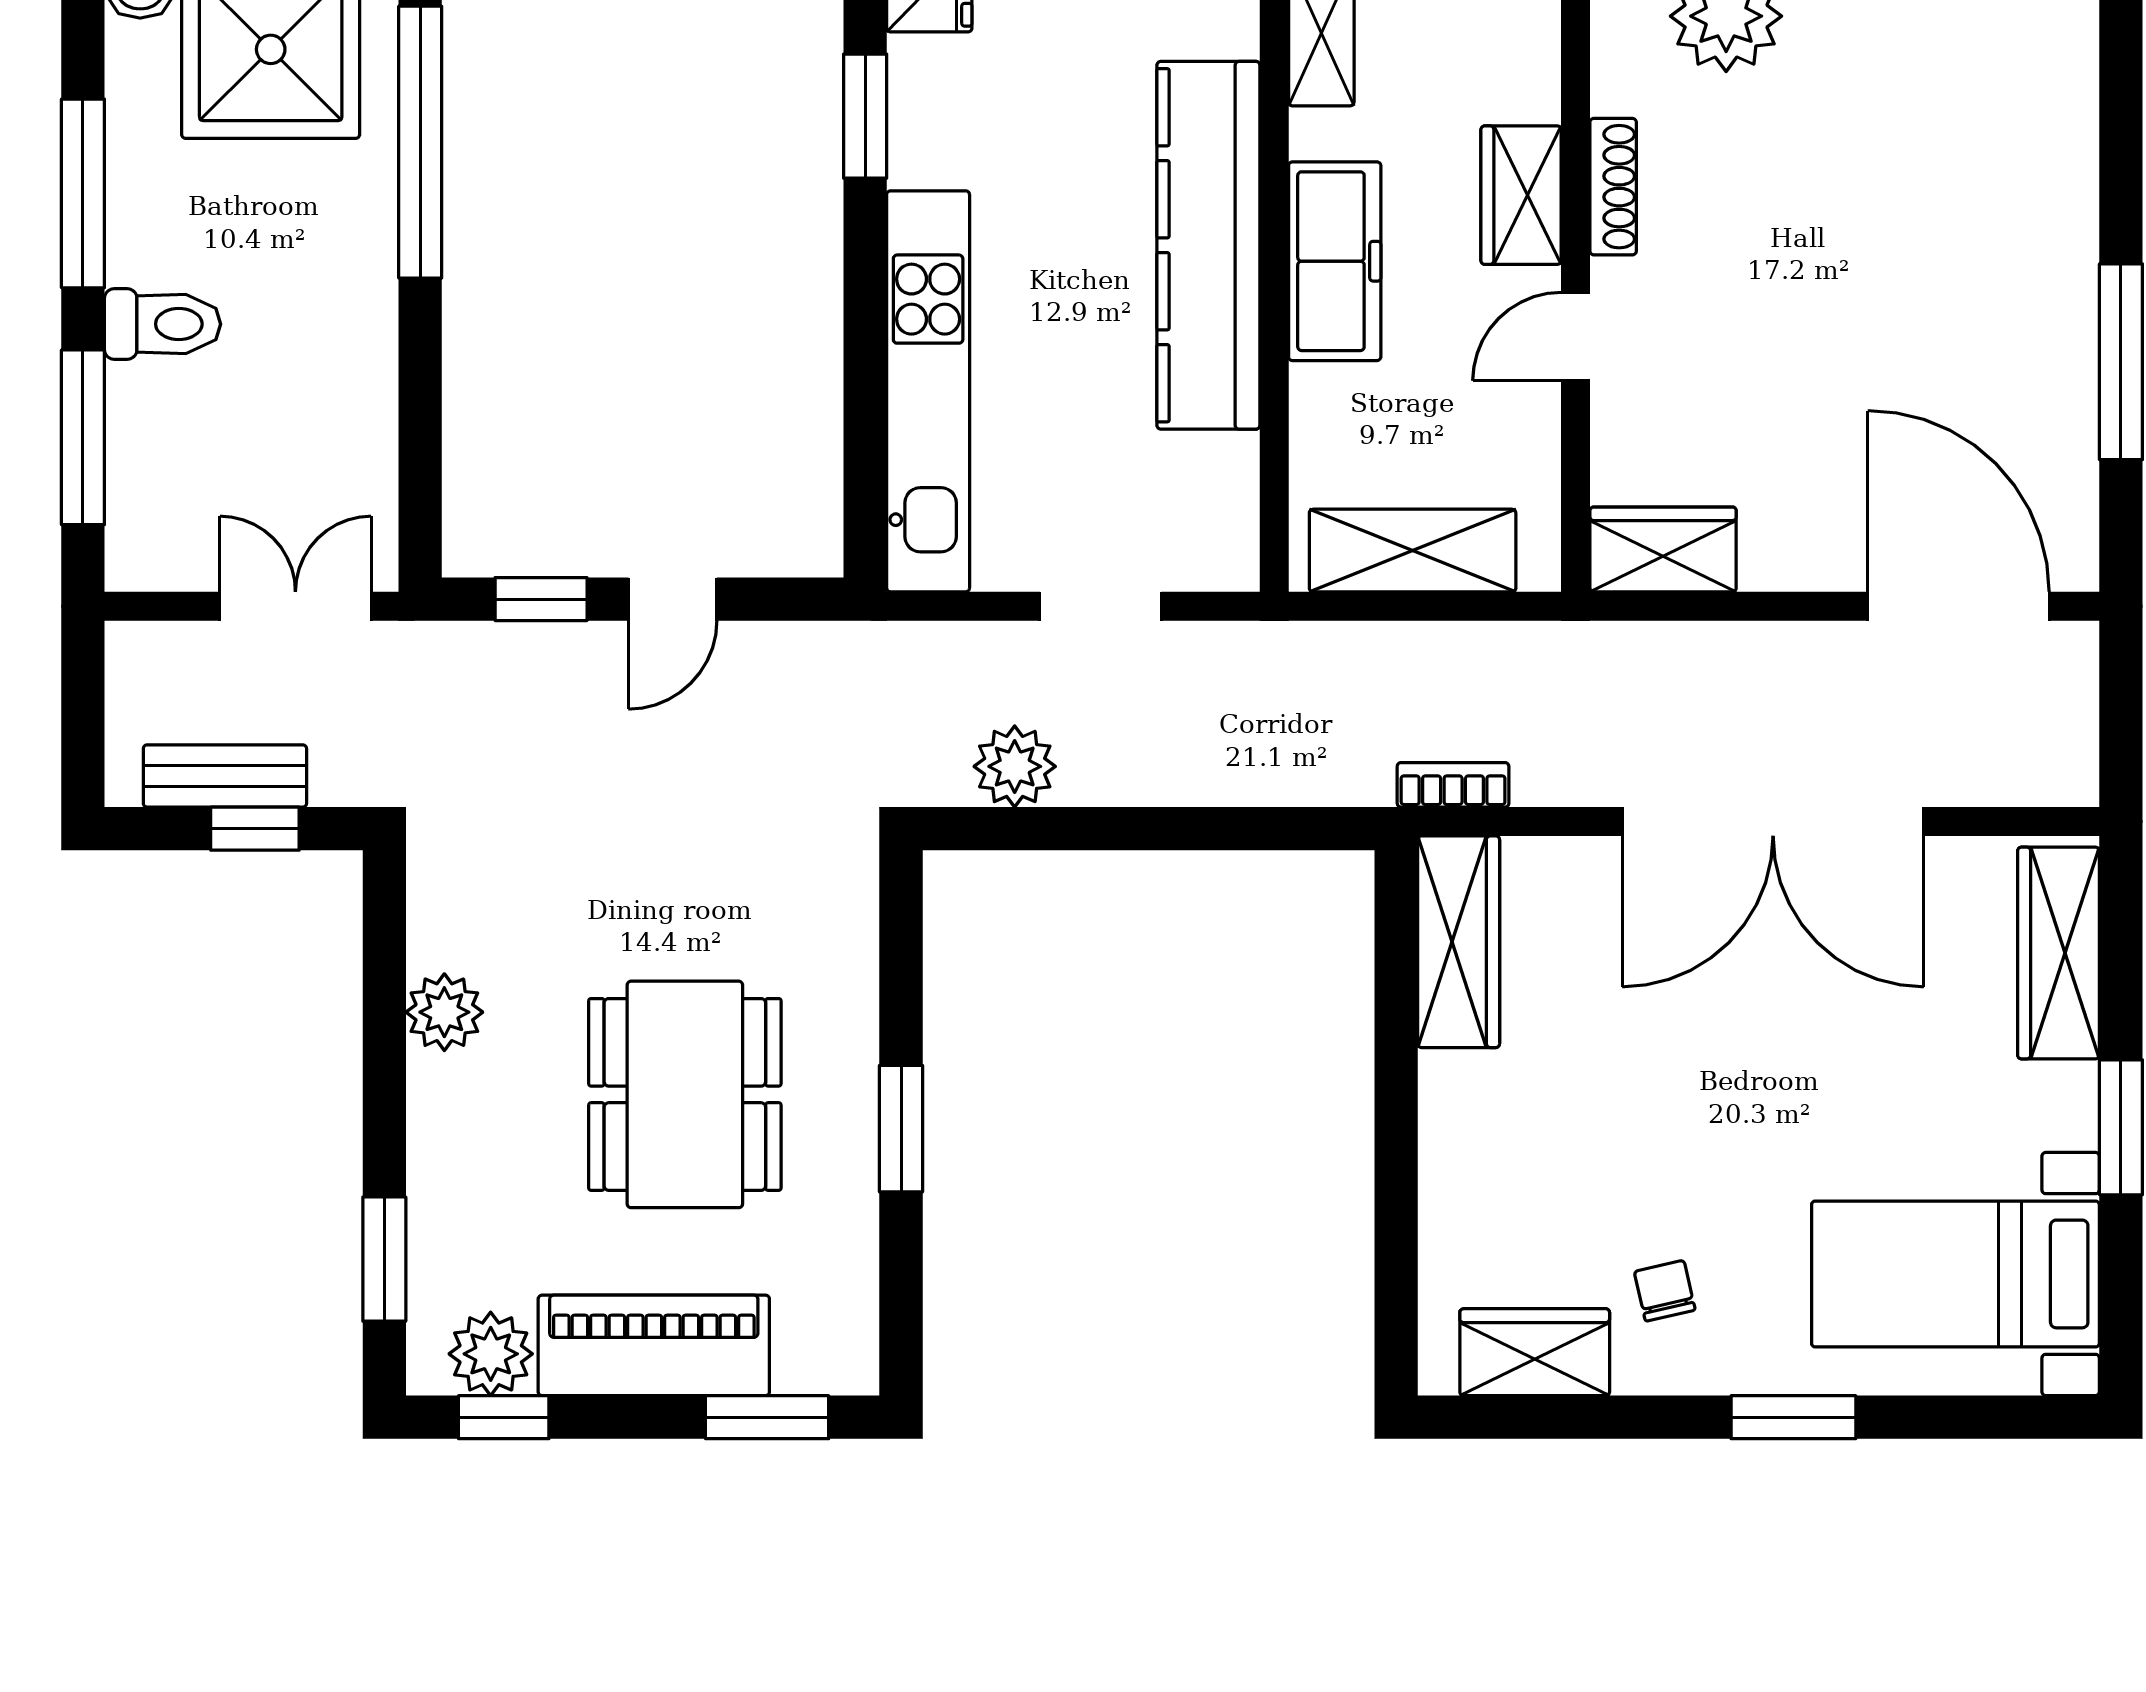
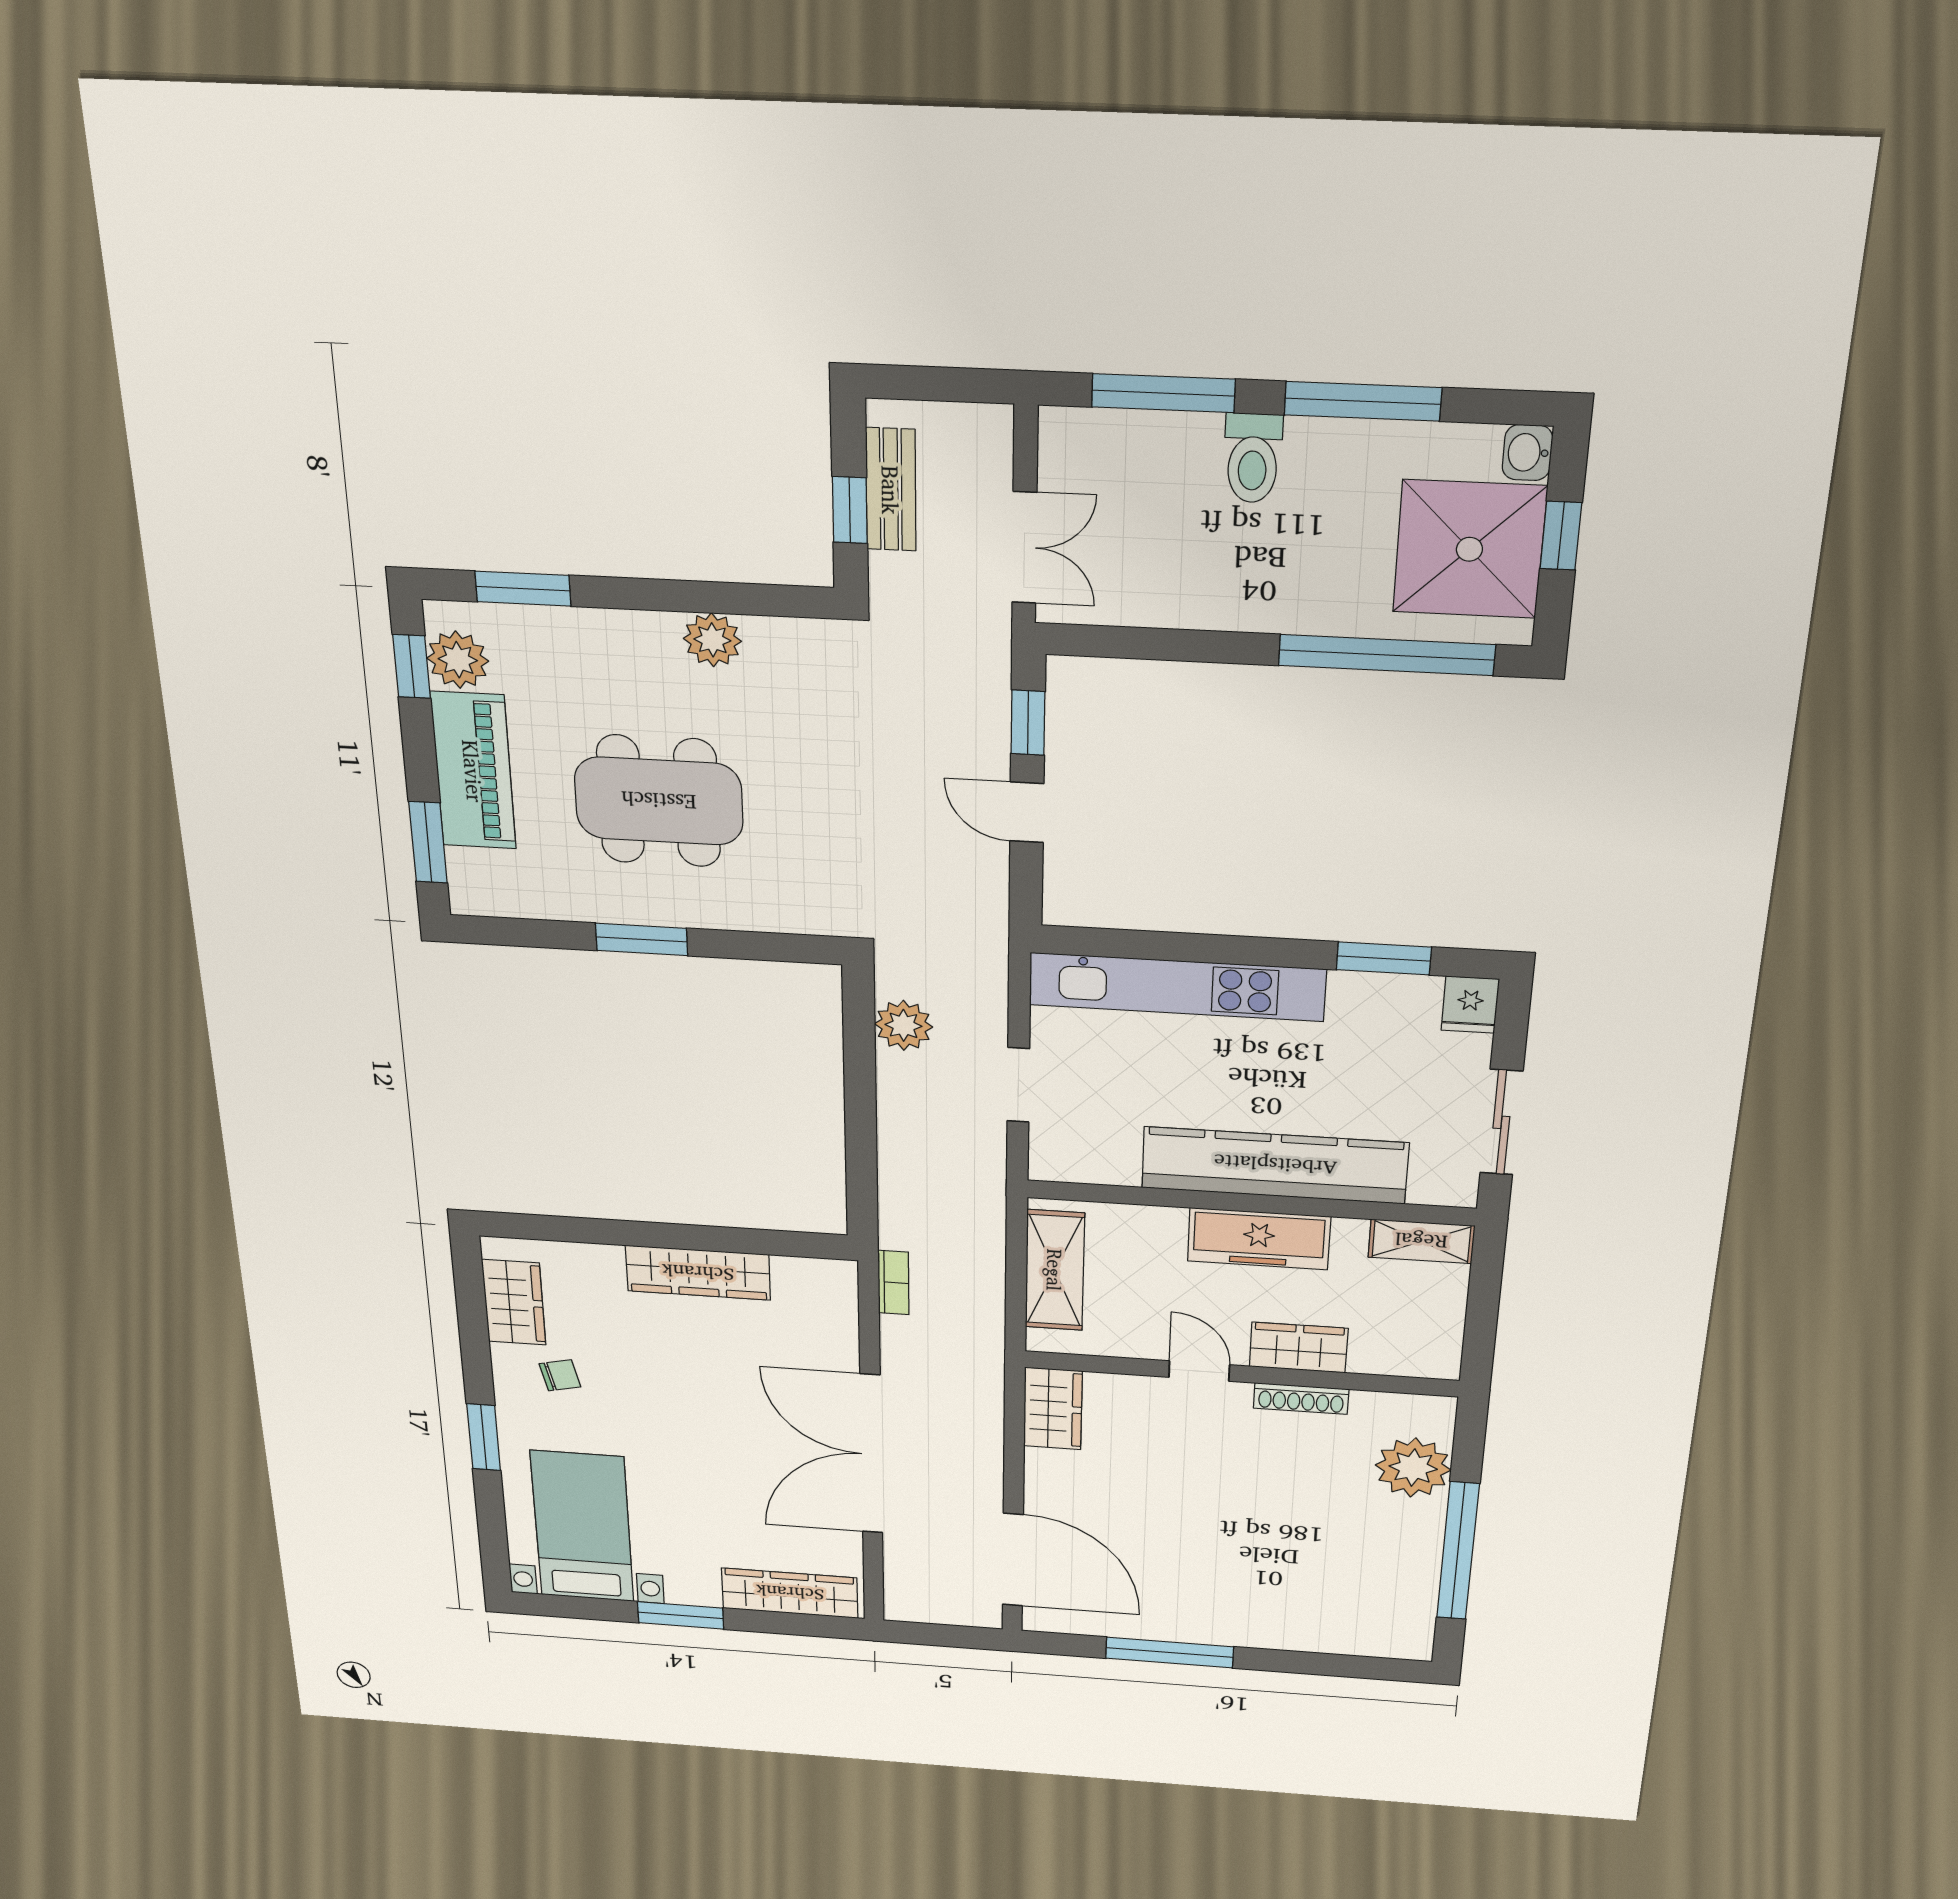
door: (1958, 606) -> (1013, 1560), hinge flipped
wardrobe: (1459, 942) -> (698, 1273), moved

